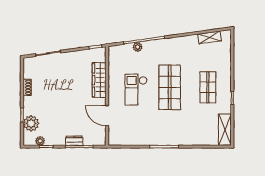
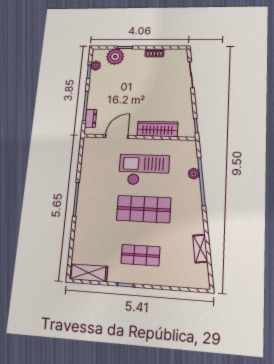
shelving: (209, 37) -> (200, 249), moved
checkout: (136, 90) -> (144, 170), width x1.36, depth x1.21
dresser: (74, 141) -> (91, 118), moved

